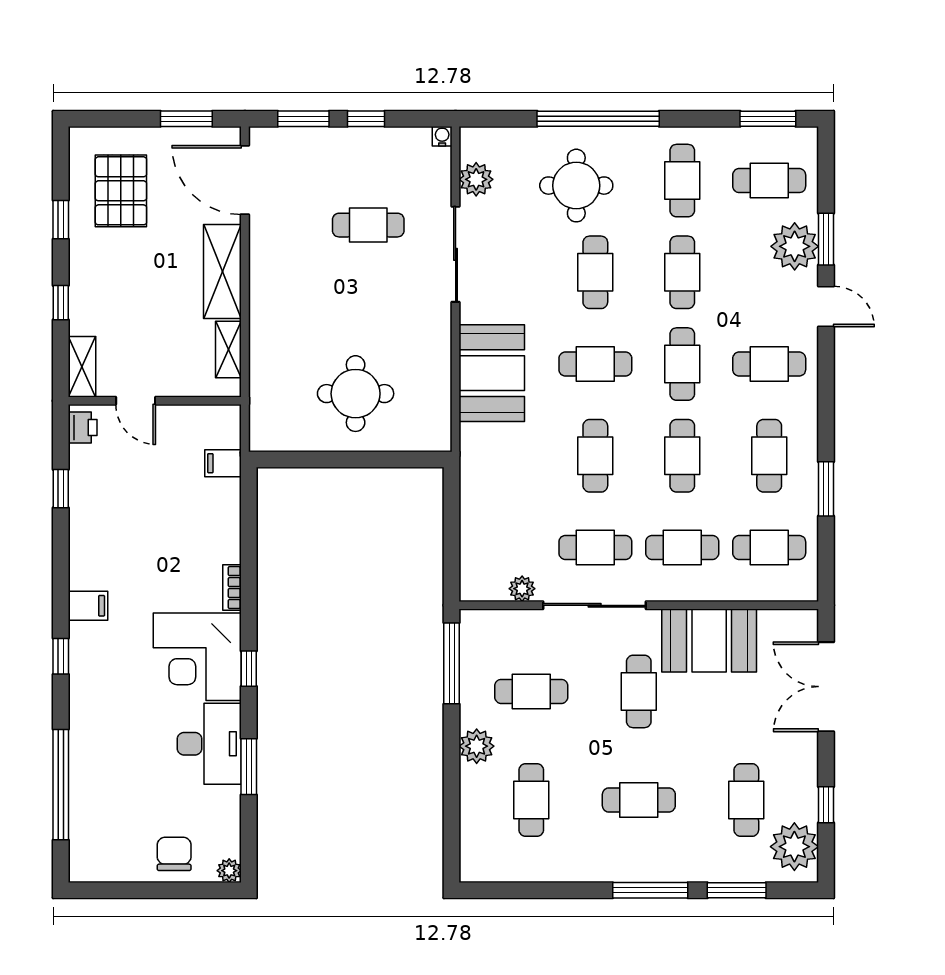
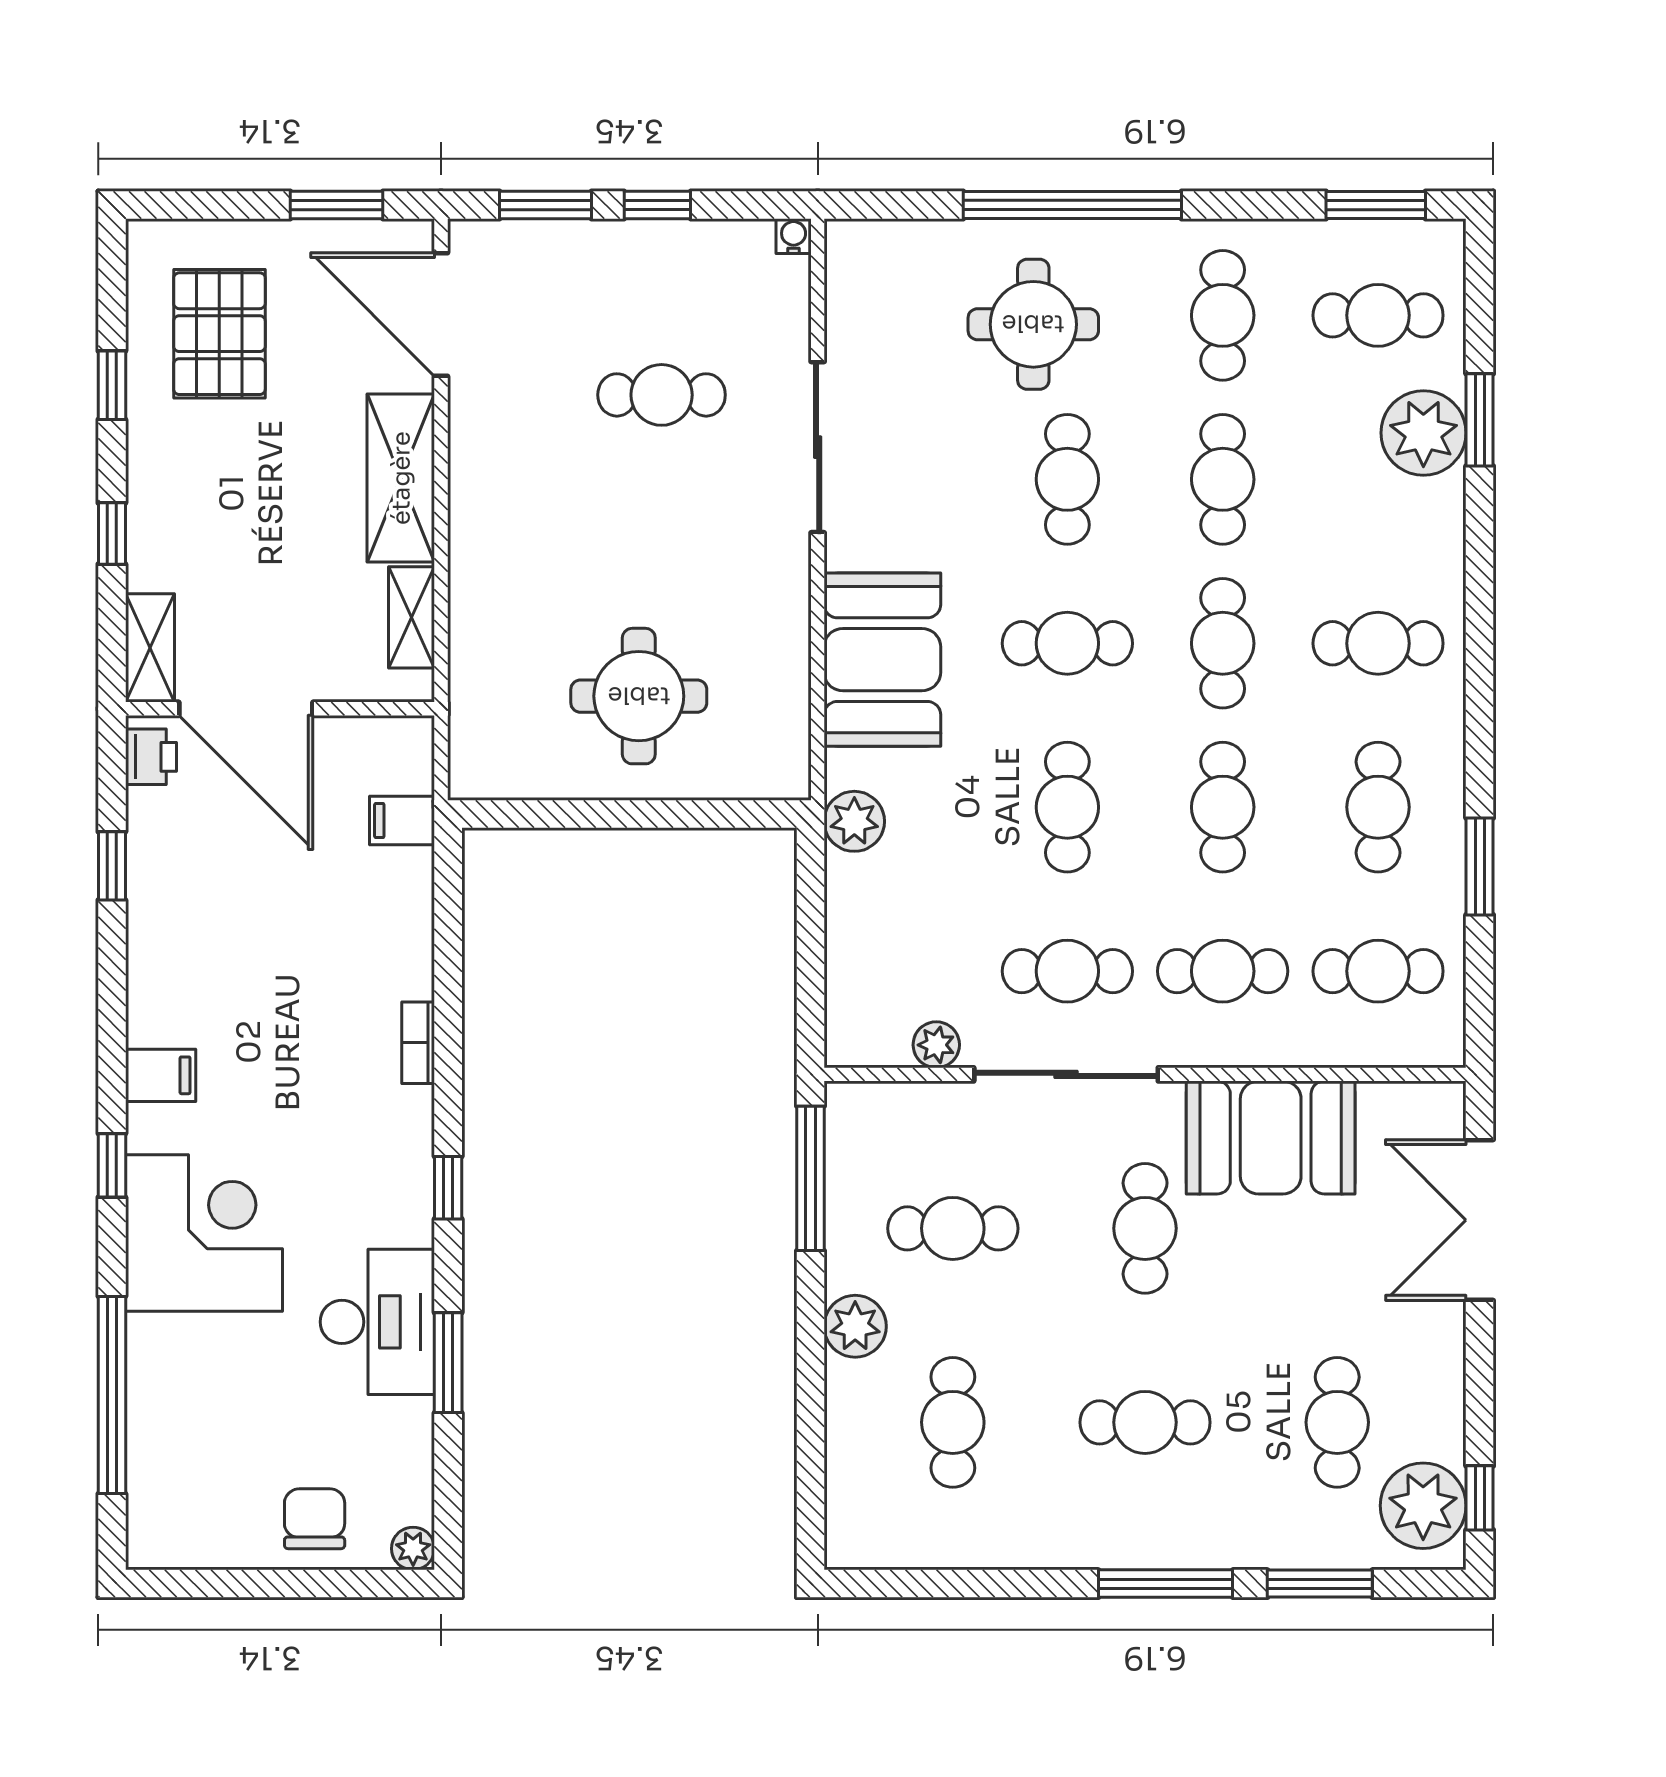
plant: (476, 179) -> (854, 821), moved
door: (826, 307) -> (1480, 540), removed
door: (136, 401) -> (246, 709), width x1.87
corner desk: (197, 657) -> (204, 1233), moved, turned 180
window: (826, 805) -> (1480, 1498), moved

